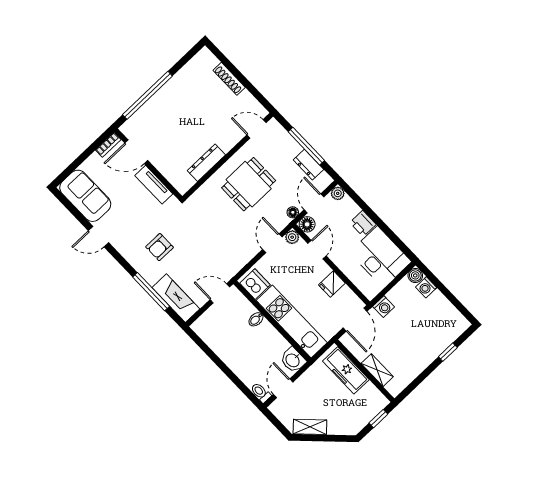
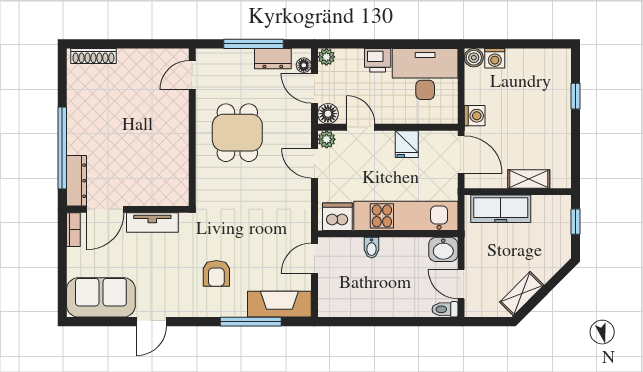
shoe rack: (229, 79) -> (93, 56), moved
dresser: (206, 163) -> (77, 181), moved, turned 180
floor lamp: (293, 212) -> (304, 65), moved

